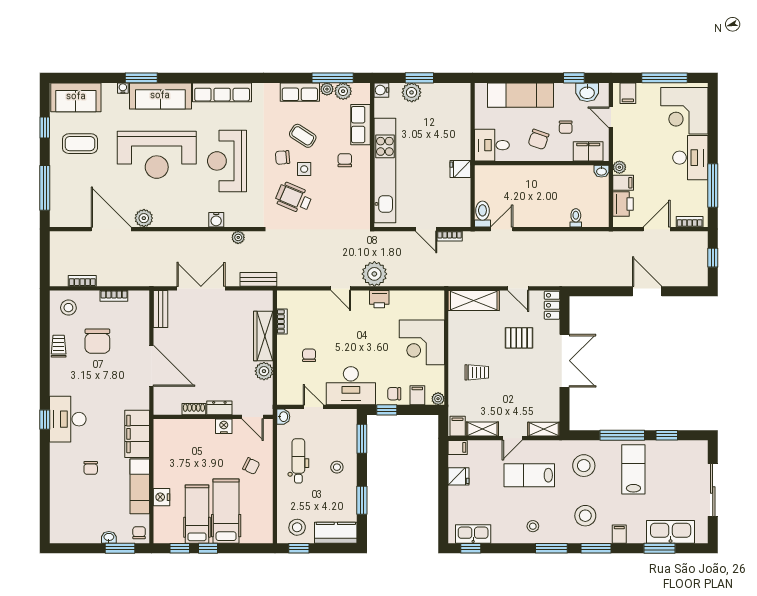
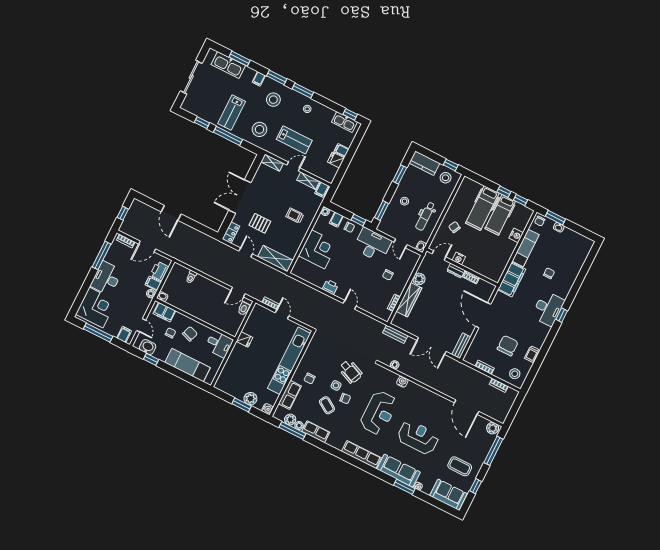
reception desk: (157, 155) -> (418, 437), width x0.74, depth x0.77
plant: (144, 218) -> (493, 428), moved
plant: (374, 274) -> (326, 303), removed
door: (253, 417) -> (439, 255), hinge flipped
filing cabinet: (458, 447) -> (342, 150), moved

